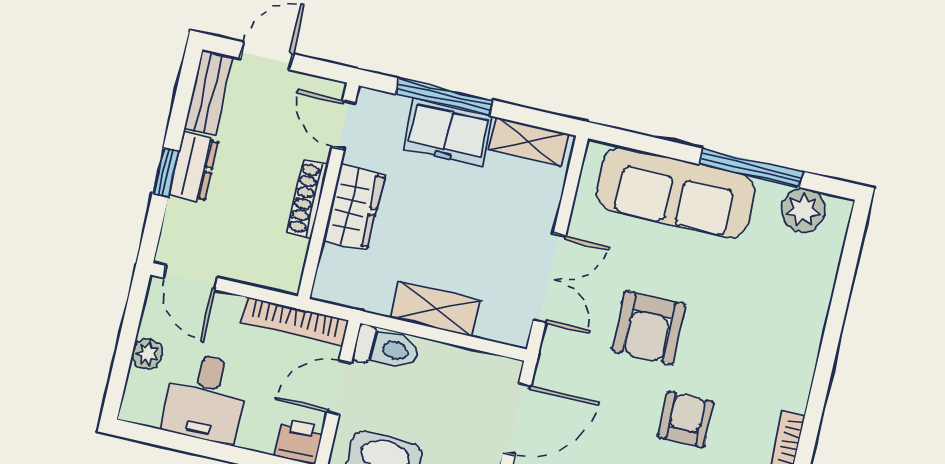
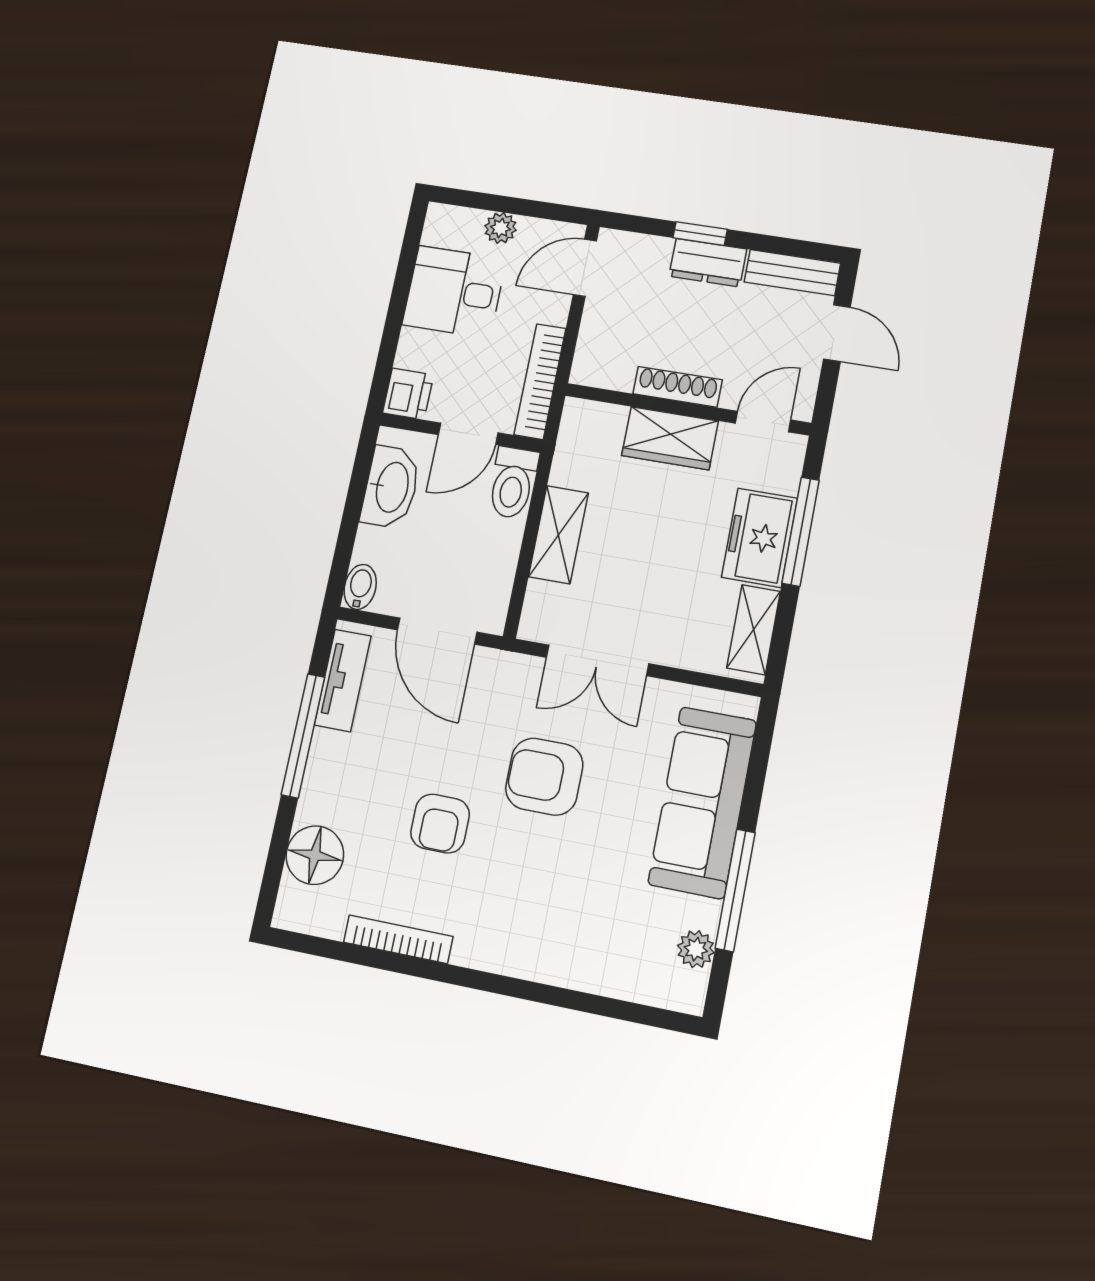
plant: (803, 210) -> (696, 949), width x0.73, depth x0.73
door: (339, 388) -> (468, 434), swing flipped
armchair: (686, 420) -> (440, 824), turned 90

